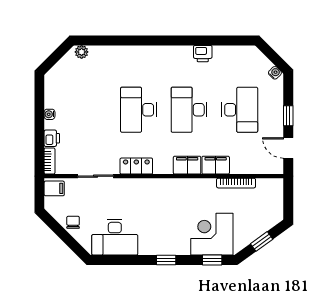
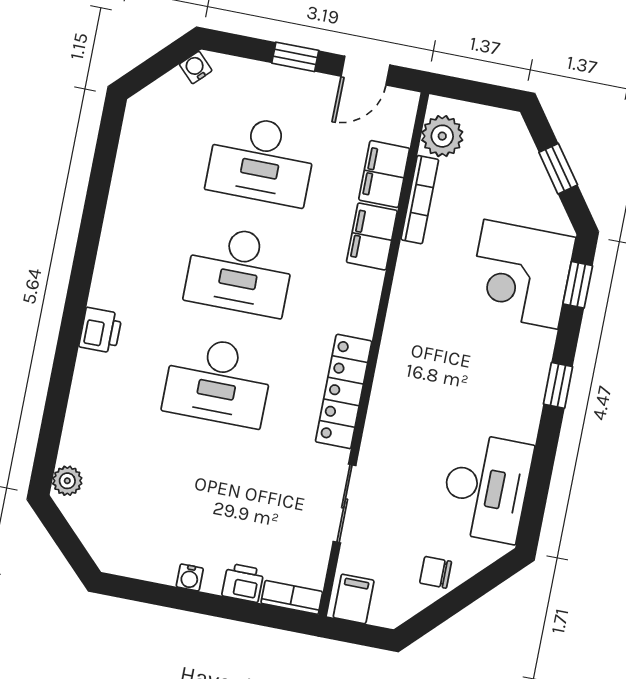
printer: (203, 54) -> (100, 330), moved
desk: (240, 110) -> (261, 160), turned 180
filing cabinet: (187, 165) -> (384, 174), moved
locker: (136, 166) -> (344, 391), width x1.53
plant: (266, 187) -> (442, 136), added

